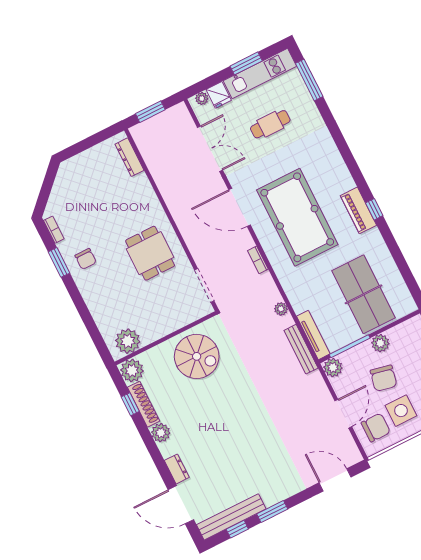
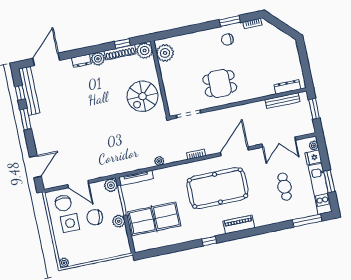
piano: (358, 210) -> (239, 224), moved
bench: (301, 349) -> (282, 101), moved
dresser: (177, 469) -> (81, 61), moved

